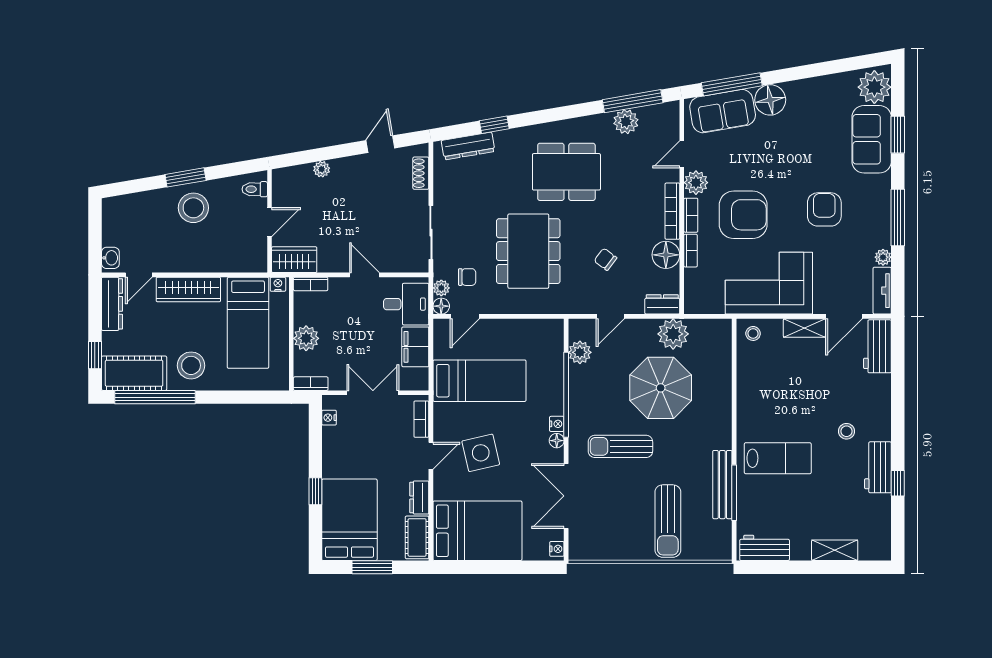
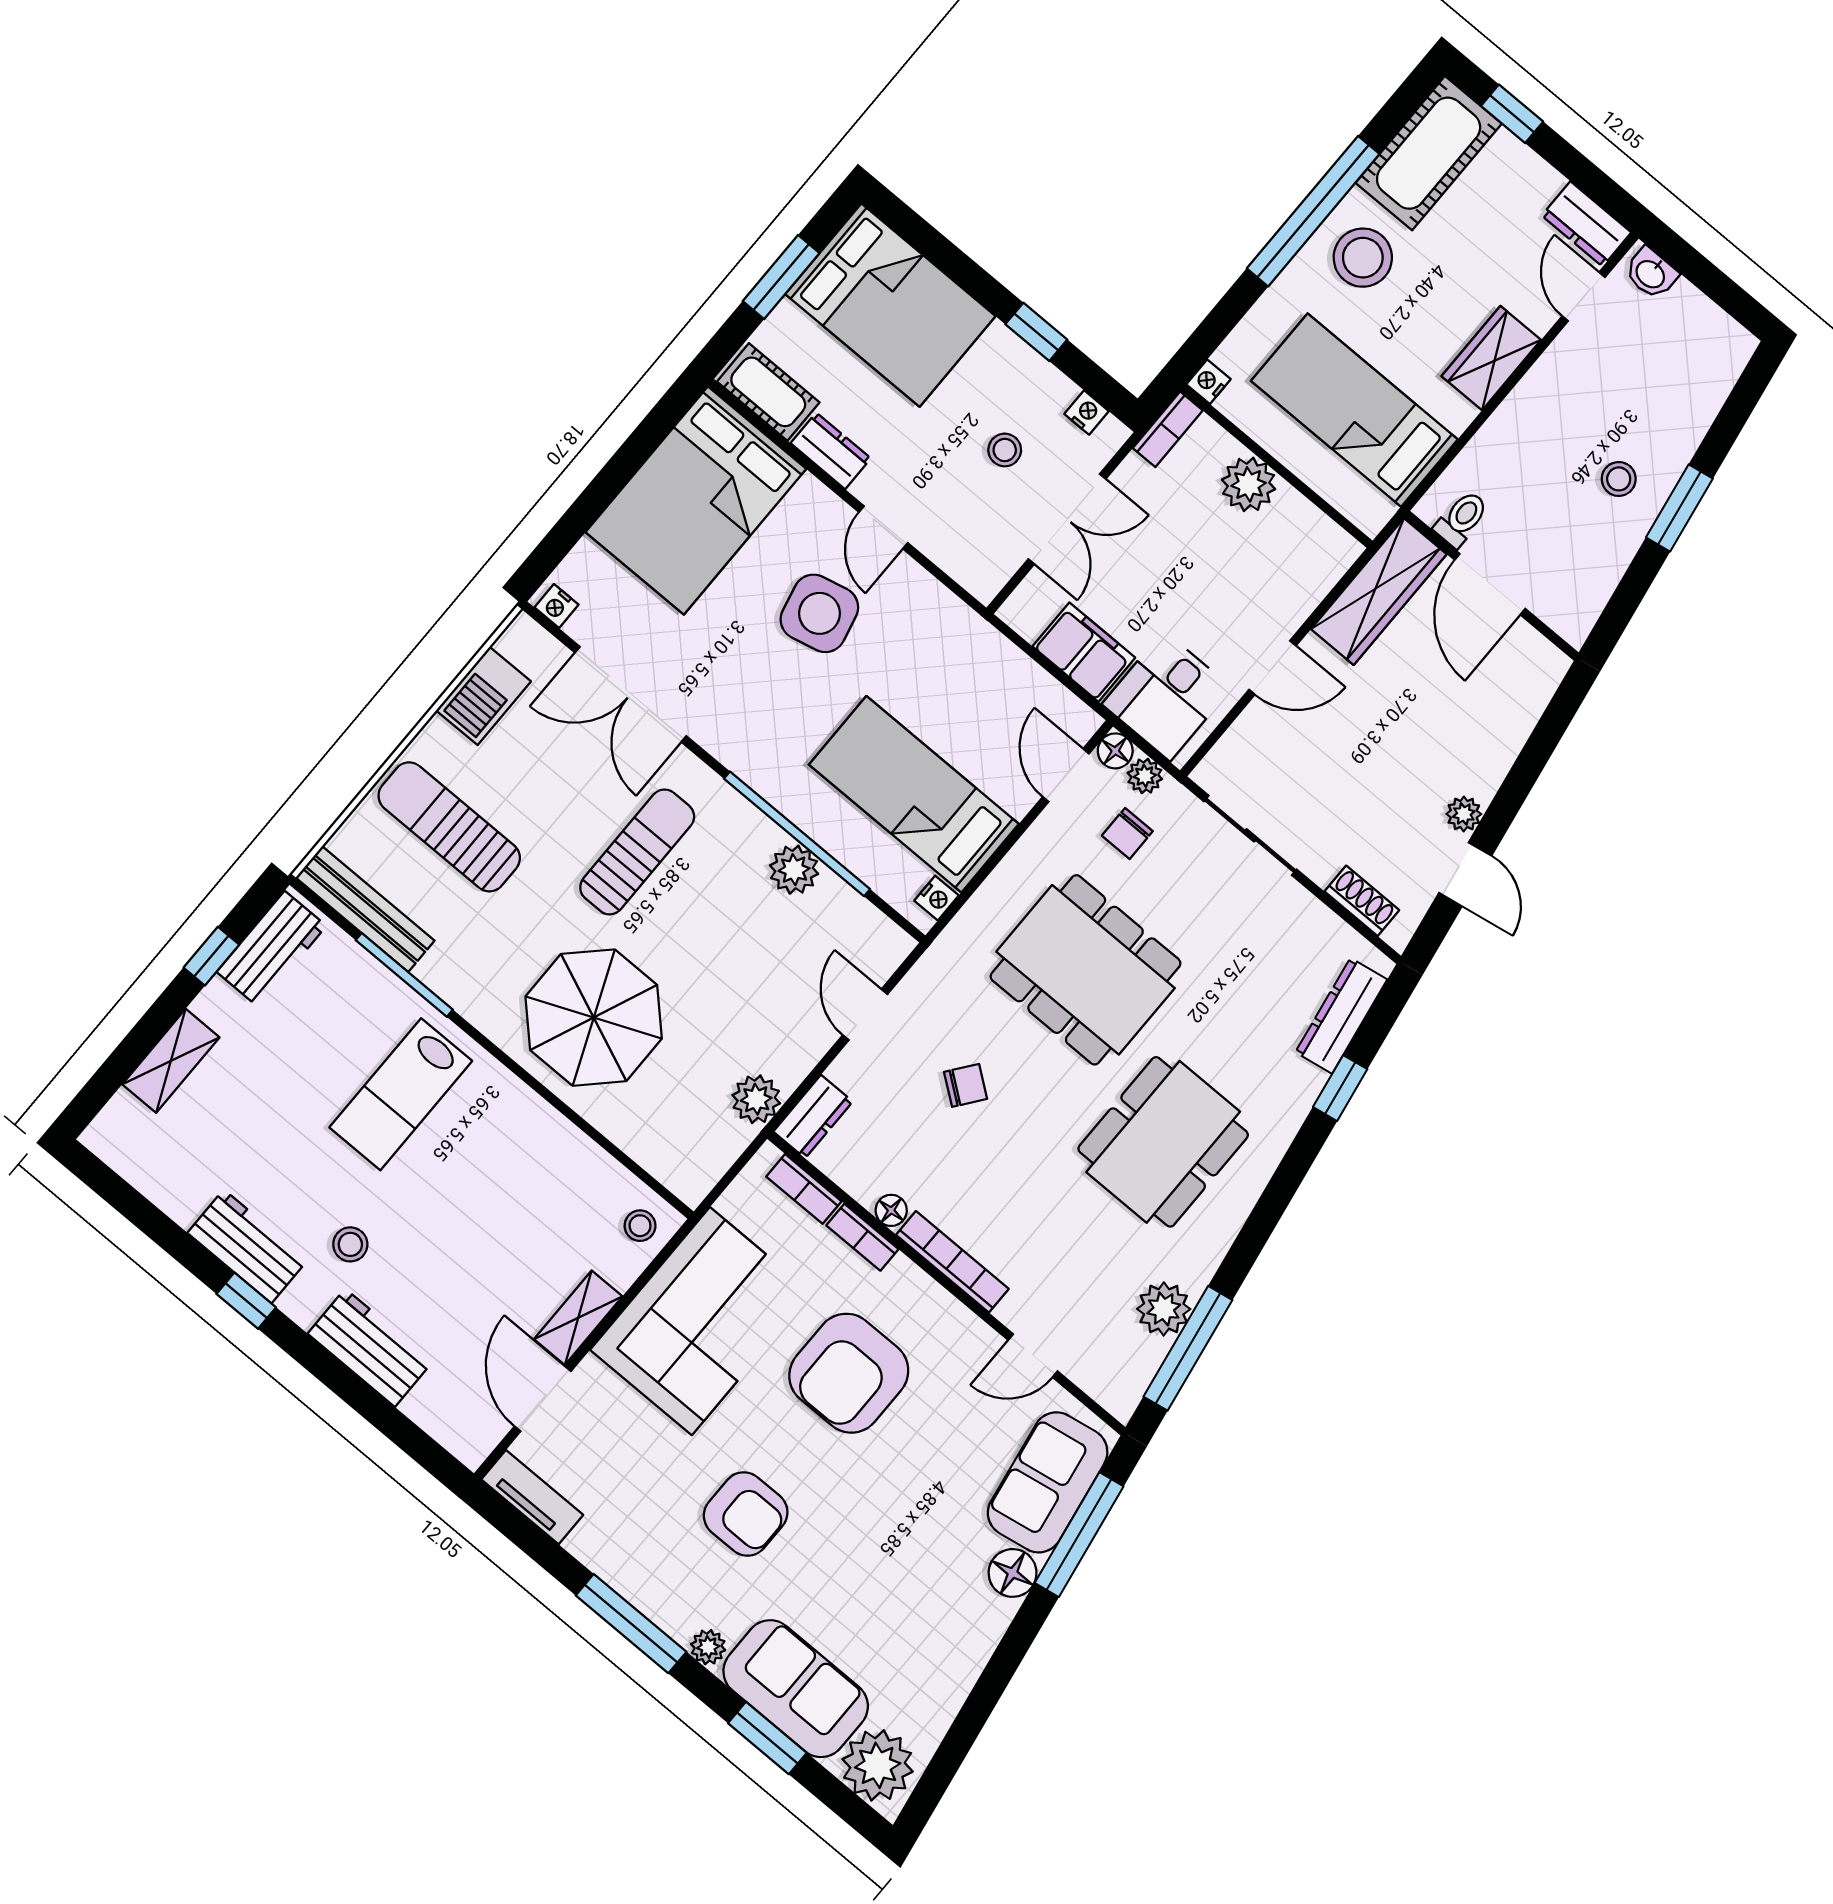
floor lamp: (770, 100) -> (1013, 1573), width x0.73, depth x0.73
door: (682, 154) -> (1033, 1356), swing flipped
plant: (322, 169) -> (1464, 814), moved
plant: (696, 183) -> (967, 1340), removed
toilet: (255, 189) -> (1462, 519), moved
stool: (193, 208) -> (1619, 479), width x0.53, depth x0.53
bookcase: (691, 215) -> (804, 1189), moved
door: (270, 222) -> (1490, 584), width x1.38
floor lamp: (666, 255) -> (891, 1210), width x0.53, depth x0.53
plant: (883, 257) -> (708, 1647), moved
wardrobe: (294, 260) -> (1379, 592), width x1.50
nightstand: (278, 284) -> (1208, 382), moved, turned 180
bookcase: (311, 284) -> (1332, 567), removed
wardrobe: (188, 289) -> (1491, 358), width x0.67
dresser: (112, 304) -> (1586, 224), width x0.70
plant: (673, 334) -> (756, 1099), width x0.73, depth x0.73
workbench: (877, 346) -> (370, 1348), moved
plant: (580, 352) -> (794, 870), moved
bed: (479, 381) -> (914, 794), moved, turned 90
parasol: (661, 388) -> (594, 1018), moved
window: (155, 397) -> (1313, 211), moved
bookcase: (421, 419) -> (957, 562), removed
nightstand: (557, 424) -> (937, 898), moved, turned -90
stool: (367, 436) -> (1005, 450), added
floor lamp: (557, 441) -> (735, 755), removed
window: (898, 483) -> (246, 1301), moved
bench: (722, 485) -> (365, 909), moved
window: (315, 491) -> (1036, 332), moved
double door: (566, 496) -> (631, 694), swing flipped
barbecue: (611, 548) -> (484, 696), added
window: (785, 567) -> (211, 956), added

